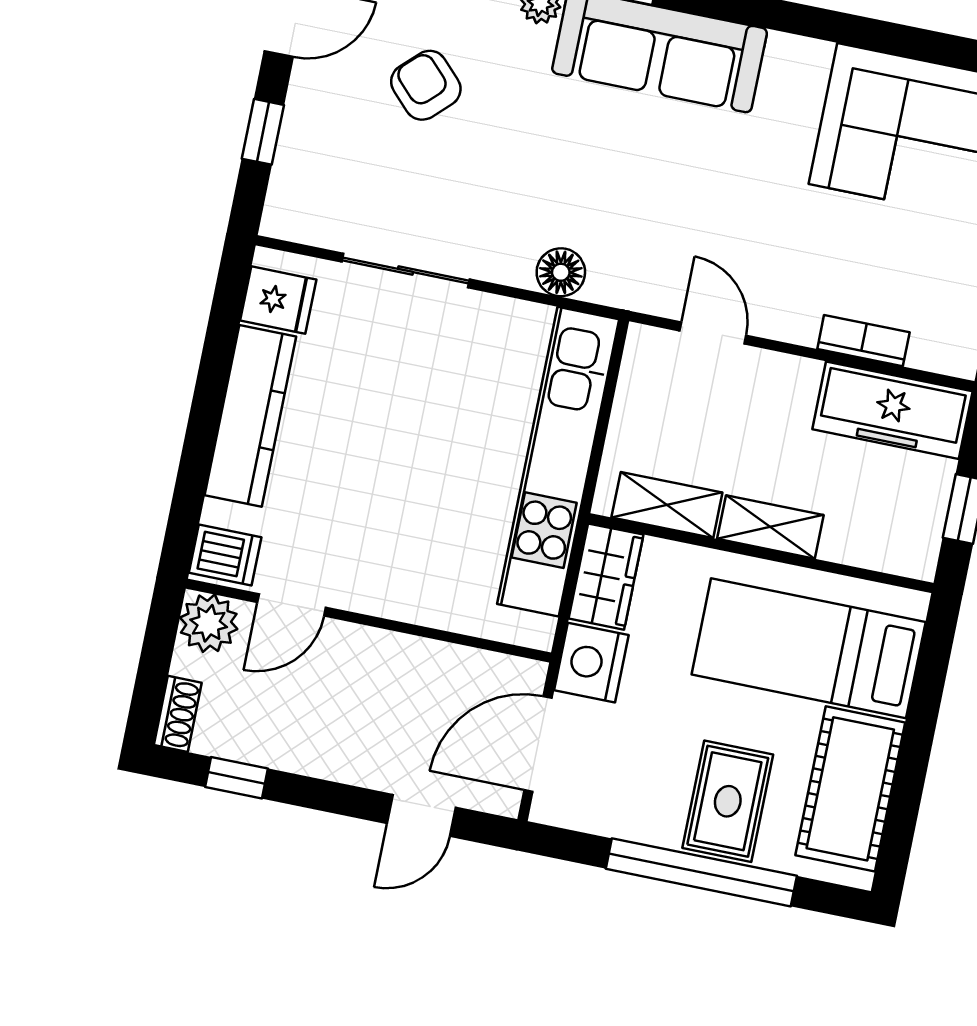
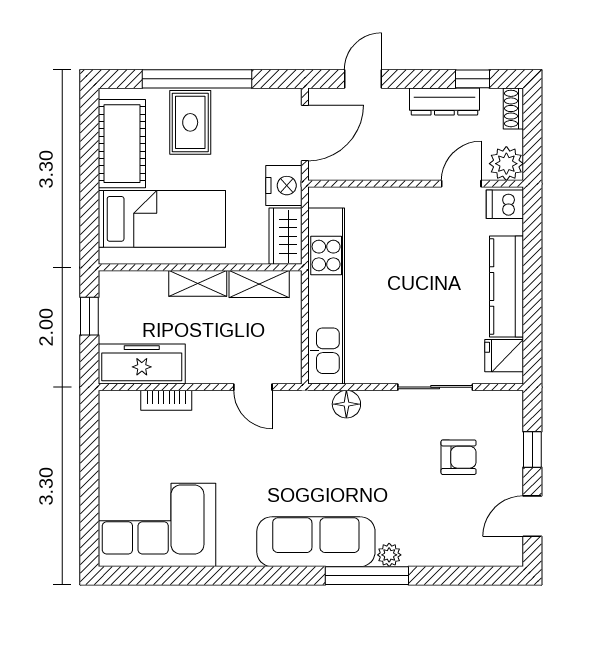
armchair: (426, 85) -> (459, 457), moved, turned -46
dresser: (292, 749) -> (444, 102), added

